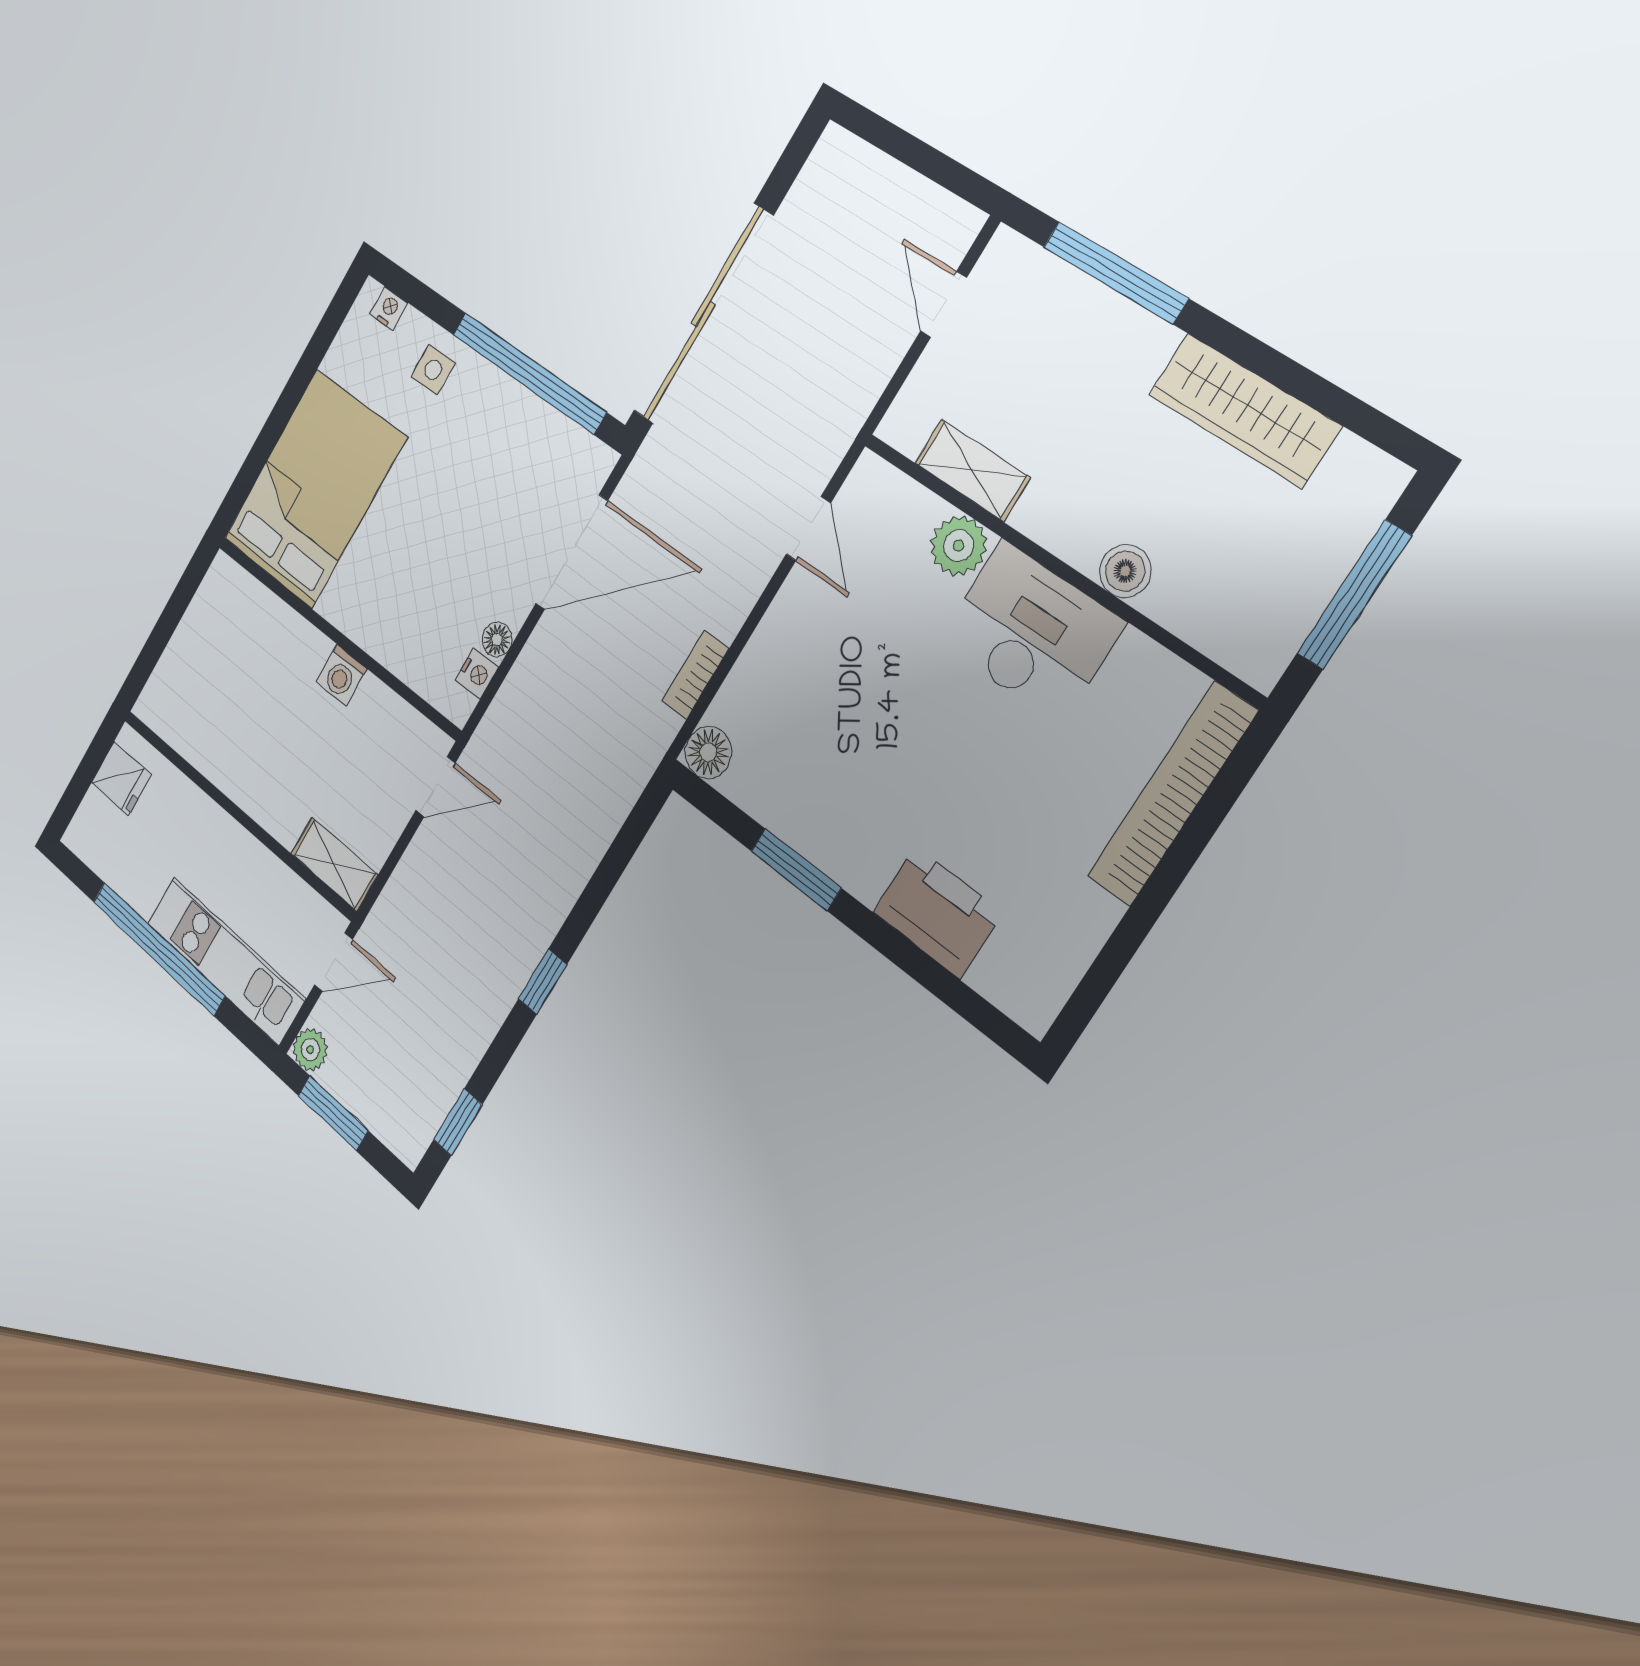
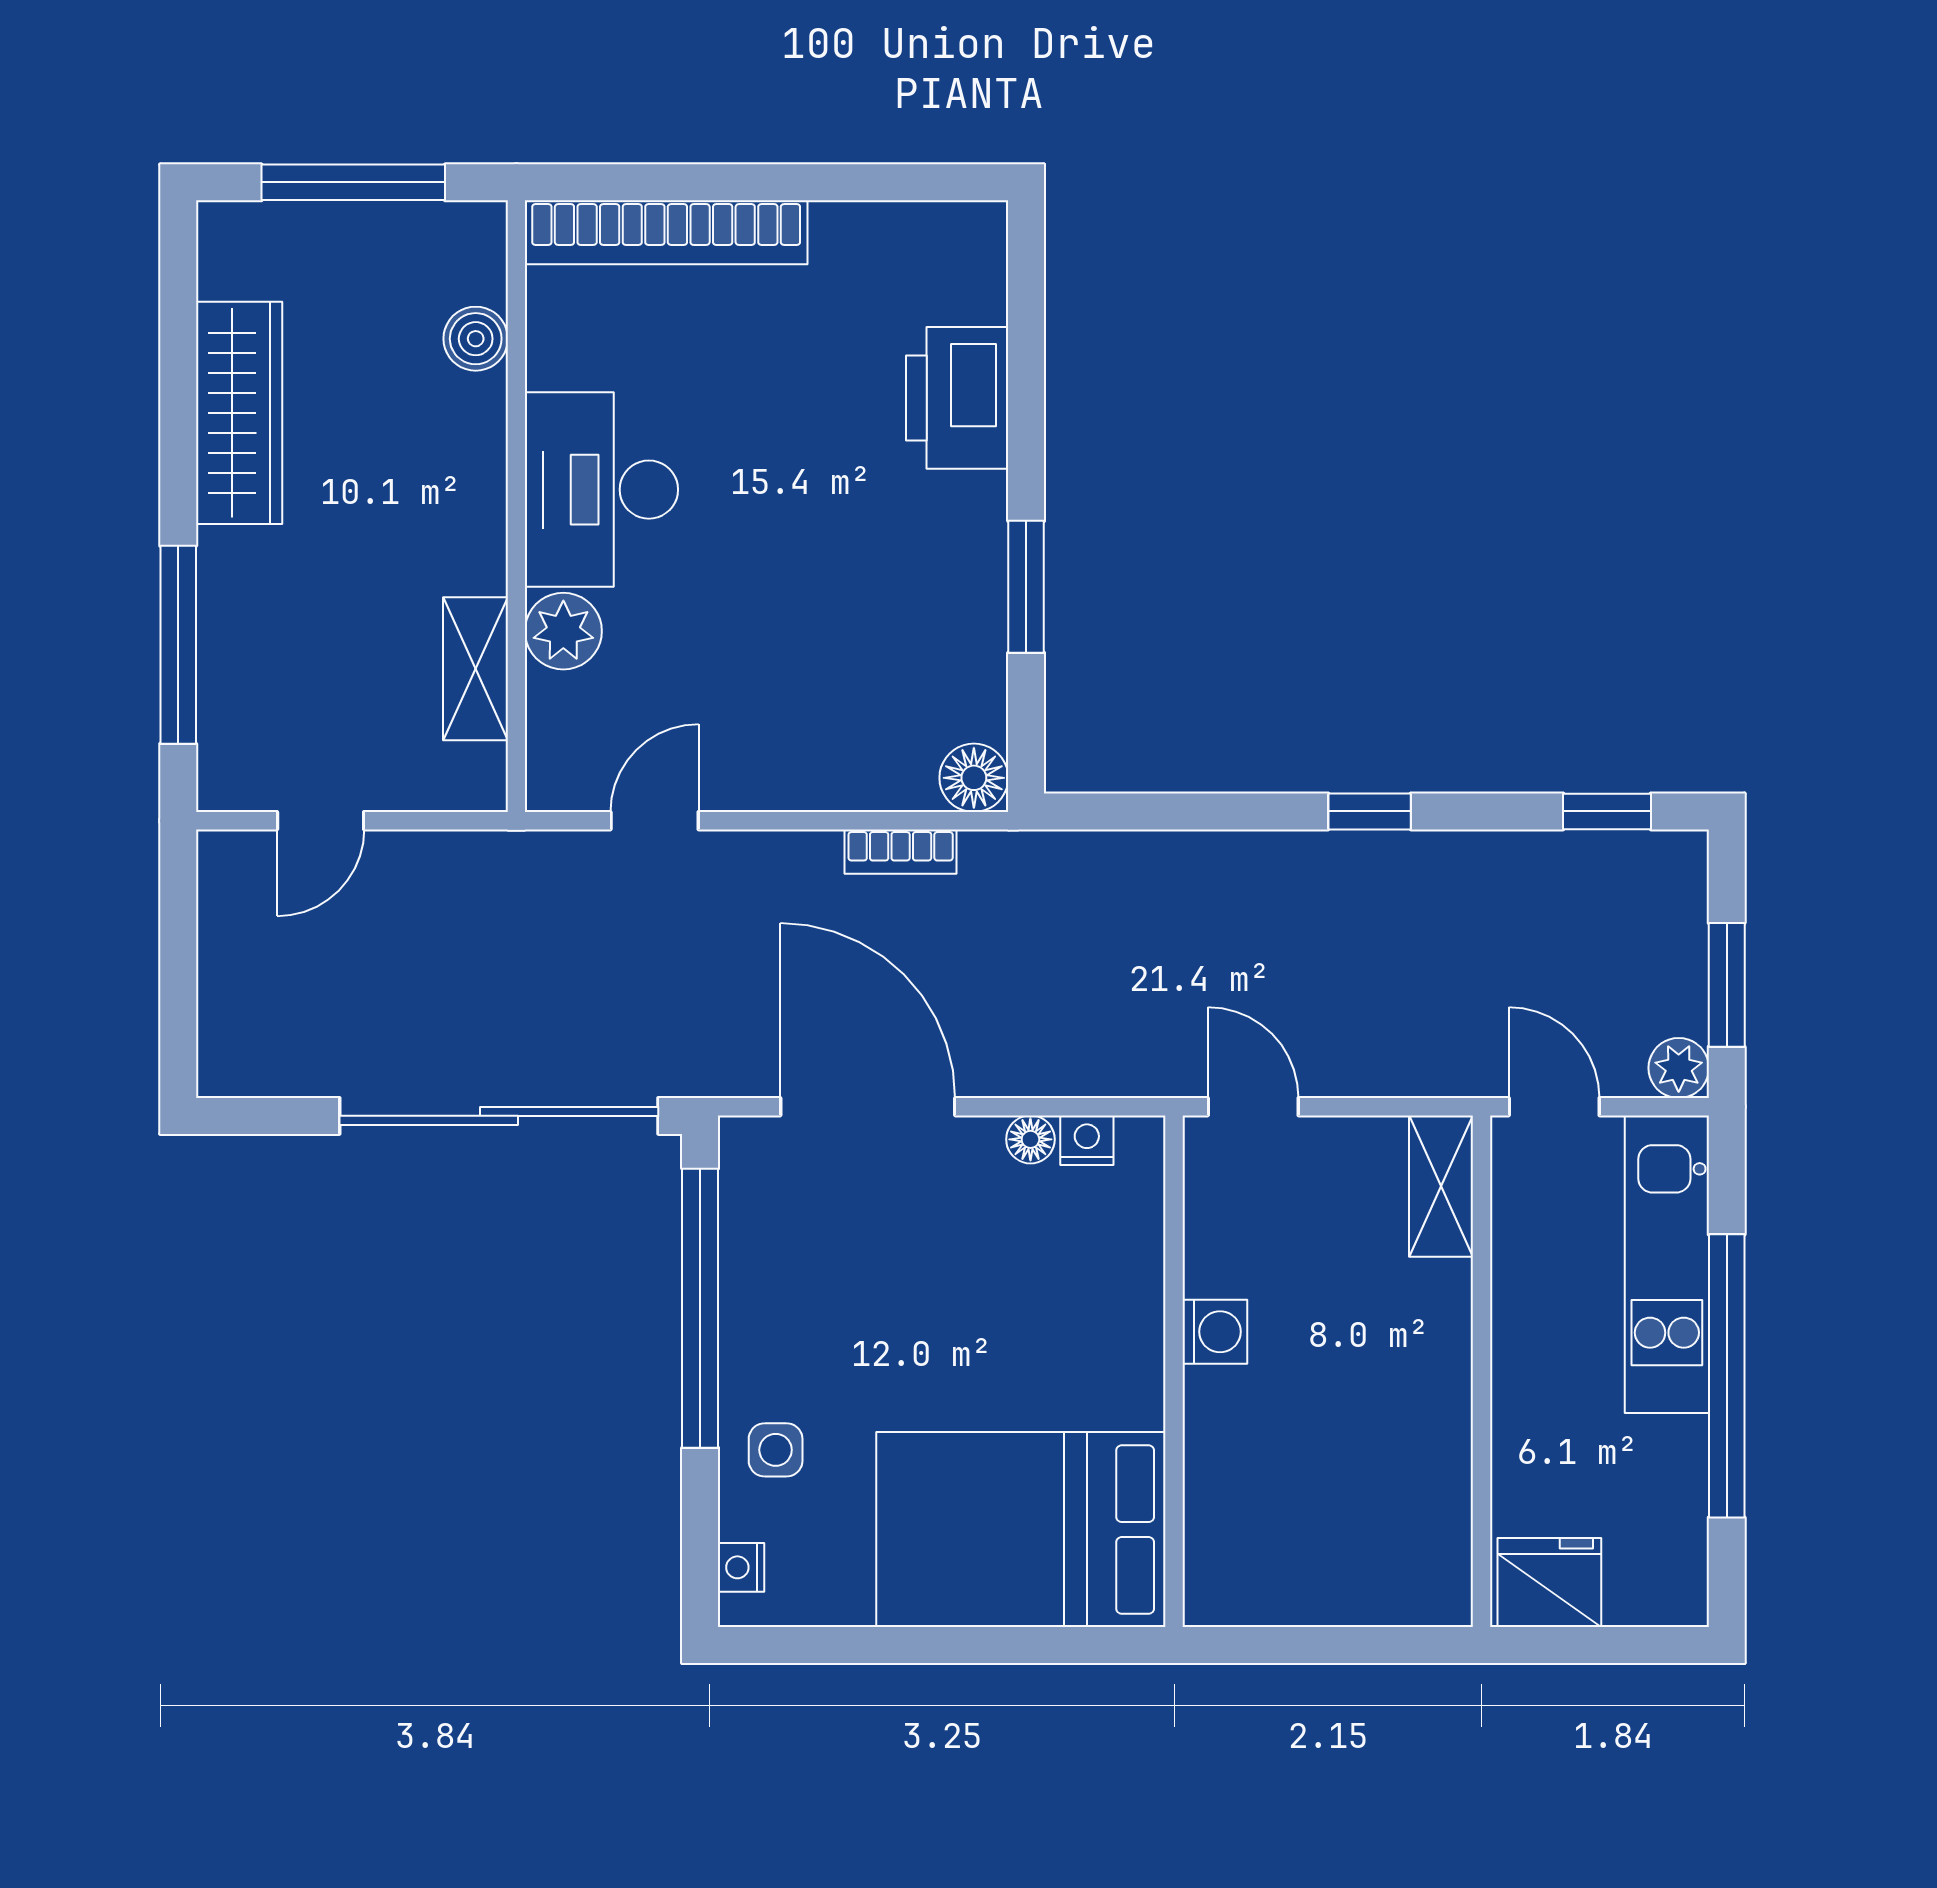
boiler: (1125, 571) -> (476, 339), moved
fridge: (121, 778) -> (1549, 1583), width x1.38

